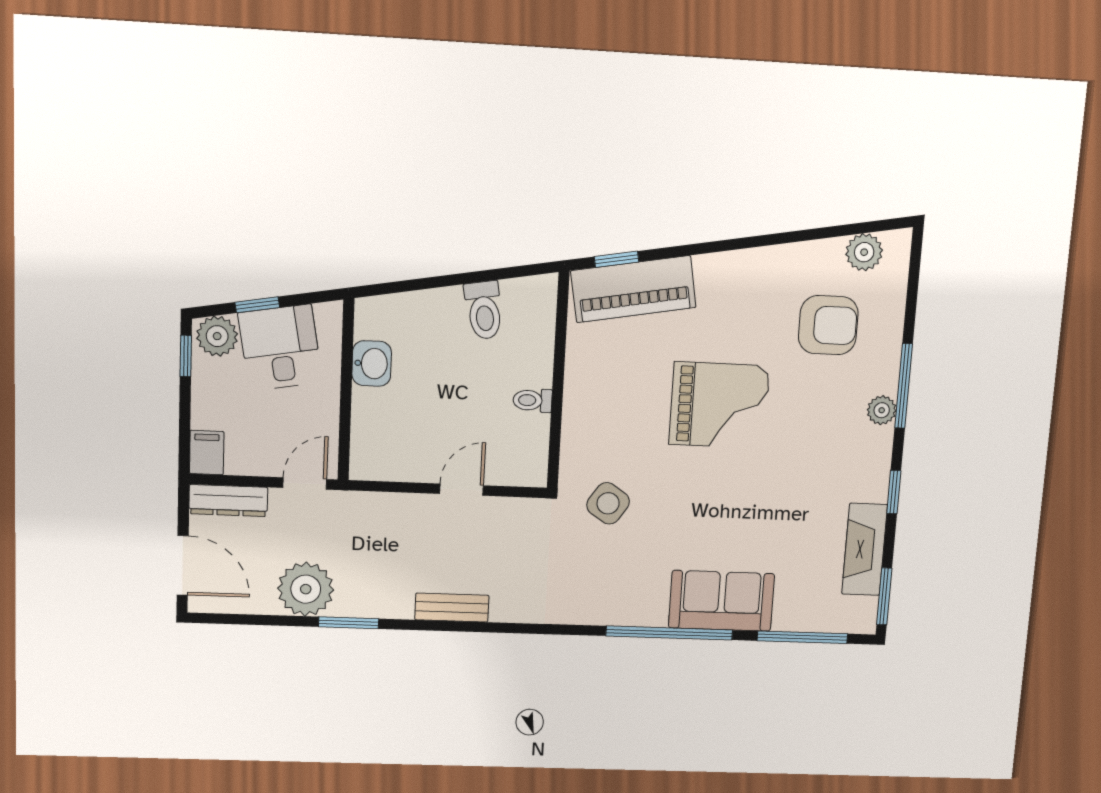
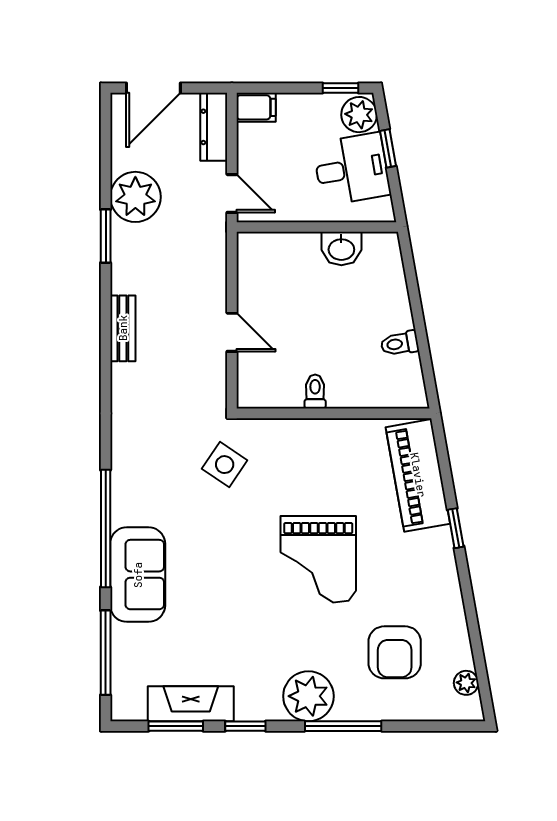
plant: (864, 252) -> (466, 683), width x0.73, depth x0.73
window: (617, 259) -> (456, 528), moved
toilet: (484, 310) -> (400, 343), width x0.73, depth x0.72
plant: (882, 410) -> (308, 696), width x1.88, depth x1.88
window: (884, 596) -> (176, 726), moved

